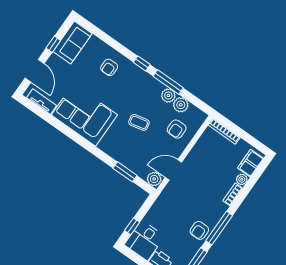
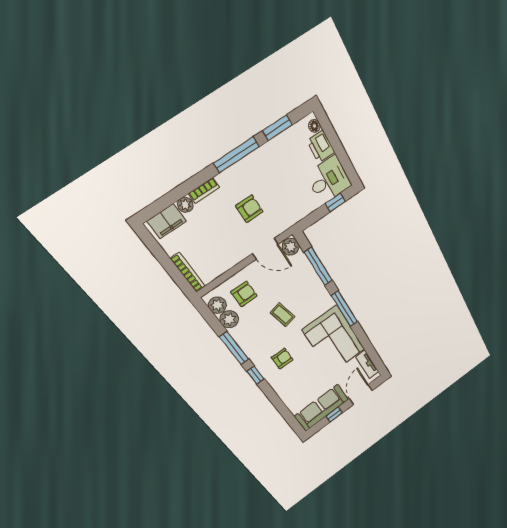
sofa: (73, 42) -> (322, 408), width x1.36
armchair: (109, 67) -> (282, 358), moved
plant: (168, 95) -> (217, 305), moved
window: (87, 145) -> (345, 309), added
window: (125, 172) -> (318, 267), width x1.44
armchair: (199, 230) -> (249, 209), moved

